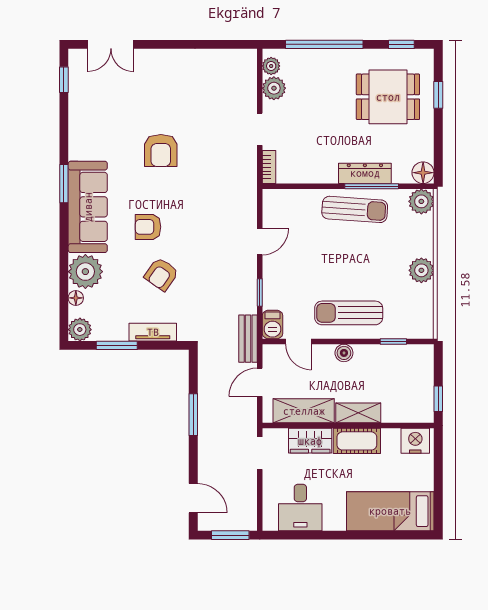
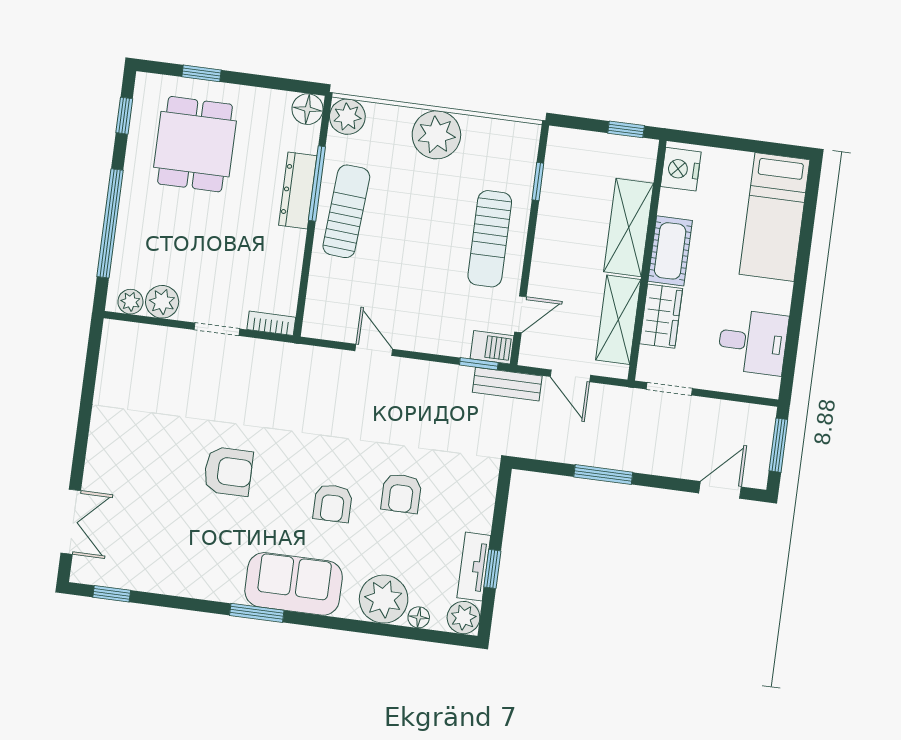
sofa: (88, 207) -> (294, 584), width x0.73
plant: (421, 270) -> (436, 135), width x1.36, depth x1.36
armchair: (161, 274) -> (401, 493), turned 55
window: (260, 293) -> (479, 364), moved
tv unit: (153, 332) -> (474, 567), moved
window: (117, 345) -> (492, 569), width x0.67
boiler: (344, 353) -> (545, 253), removed
shelving: (358, 413) -> (629, 228), width x1.50, depth x1.33

